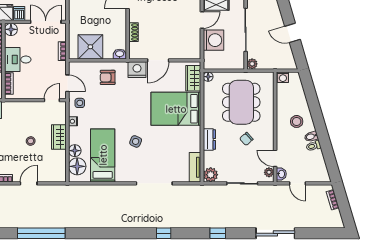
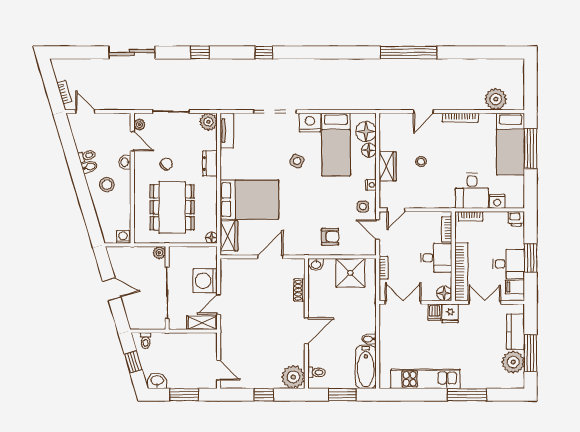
double door: (46, 22) -> (403, 302), swing flipped
nightstand: (137, 70) -> (310, 123), moved, turned 180
washbasin: (281, 174) -> (125, 162), moved
door: (297, 183) -> (85, 112), moved

